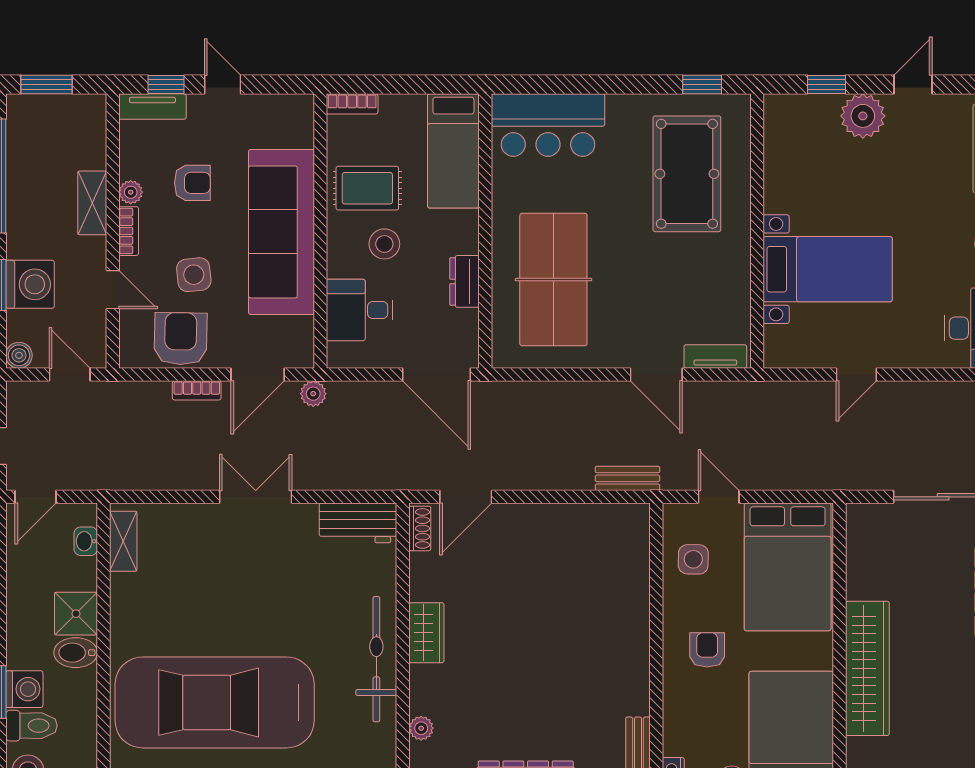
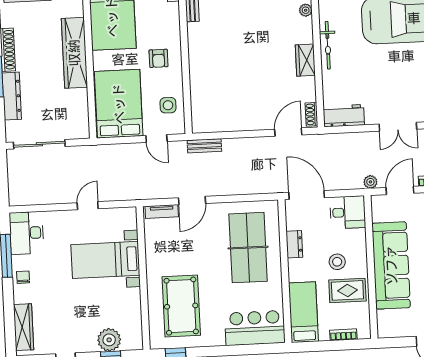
bookcase: (352, 104) -> (343, 335), moved
plant: (863, 116) -> (109, 340), moved
desk: (360, 310) -> (348, 212), moved
door: (656, 375) -> (192, 201), swing flipped
bicycle: (376, 659) -> (328, 45), width x0.73, depth x0.71

